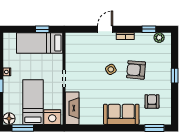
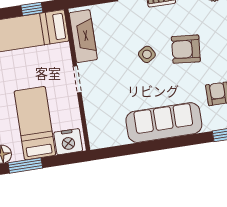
fireplace: (72, 108) -> (83, 36), moved
sofa: (121, 114) -> (164, 123), width x1.36

